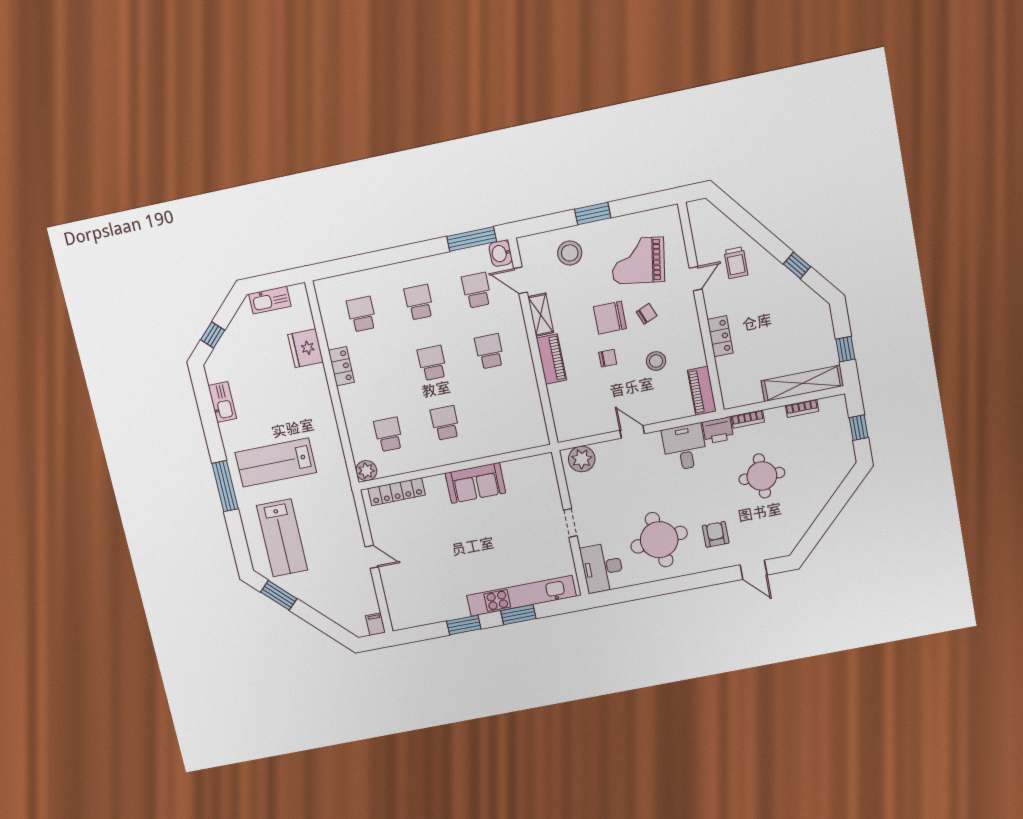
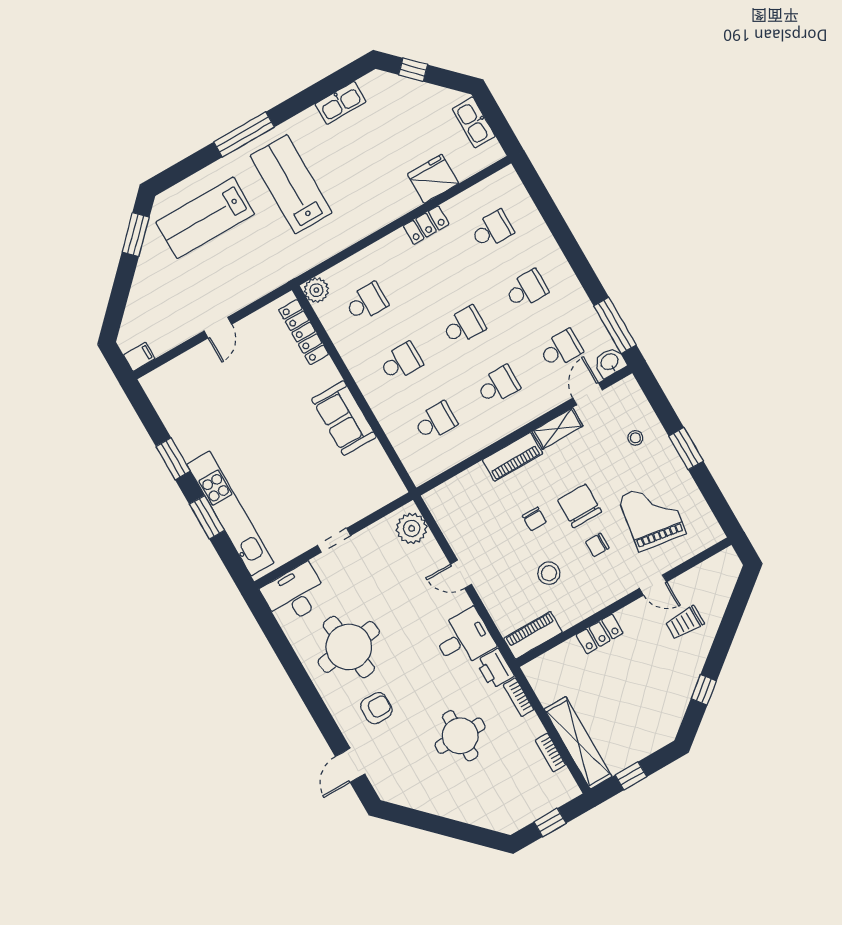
stool: (570, 253) -> (635, 438), width x0.53, depth x0.53
chair: (647, 314) -> (597, 545), turned 112
school desk: (502, 411) -> (435, 421), added
door: (632, 432) -> (461, 574), swing flipped

